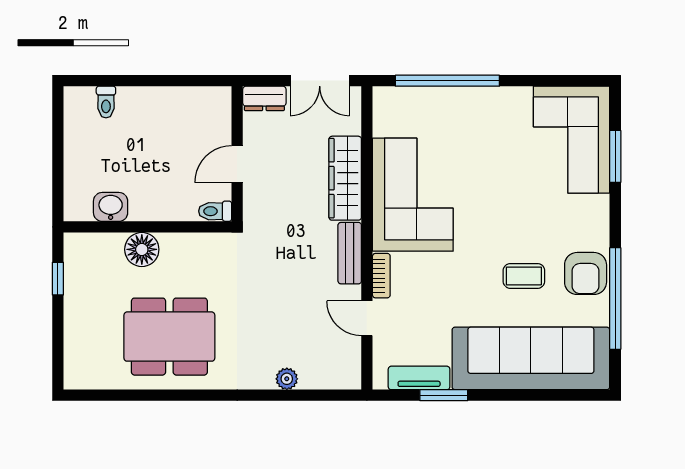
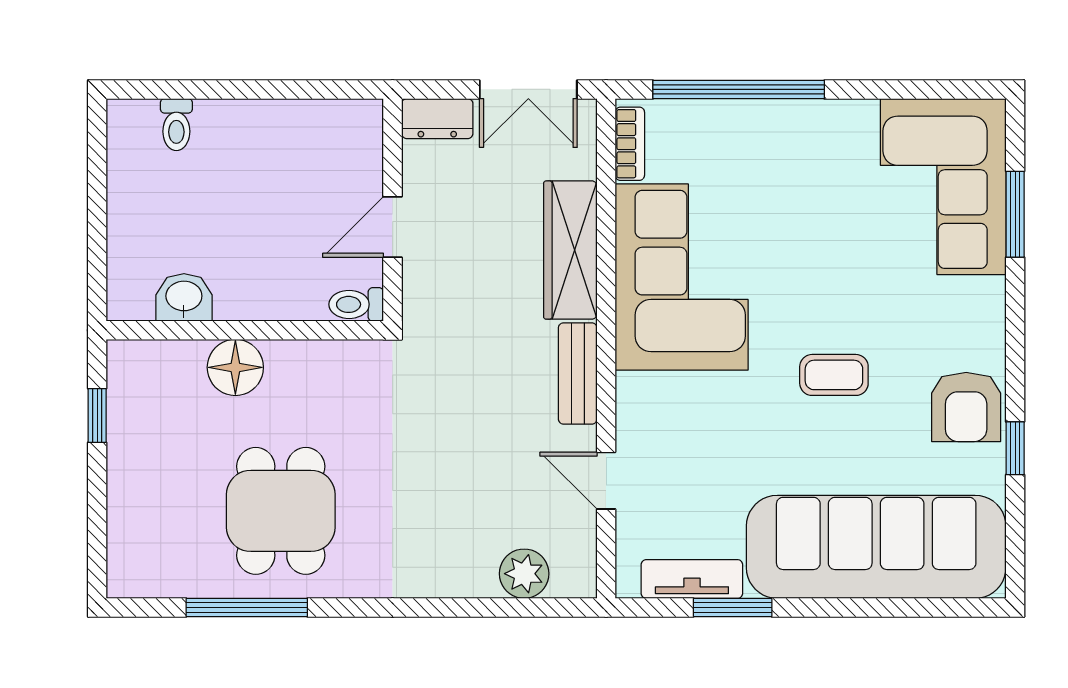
bookcase: (381, 276) -> (630, 144), moved
coffee table: (524, 276) -> (834, 375), moved
window: (615, 299) -> (1015, 448), width x0.32
dining table: (169, 337) -> (281, 511), width x0.73
plant: (287, 379) -> (524, 574), moved, width x1.38, depth x1.38
window: (149, 395) -> (247, 607), added

